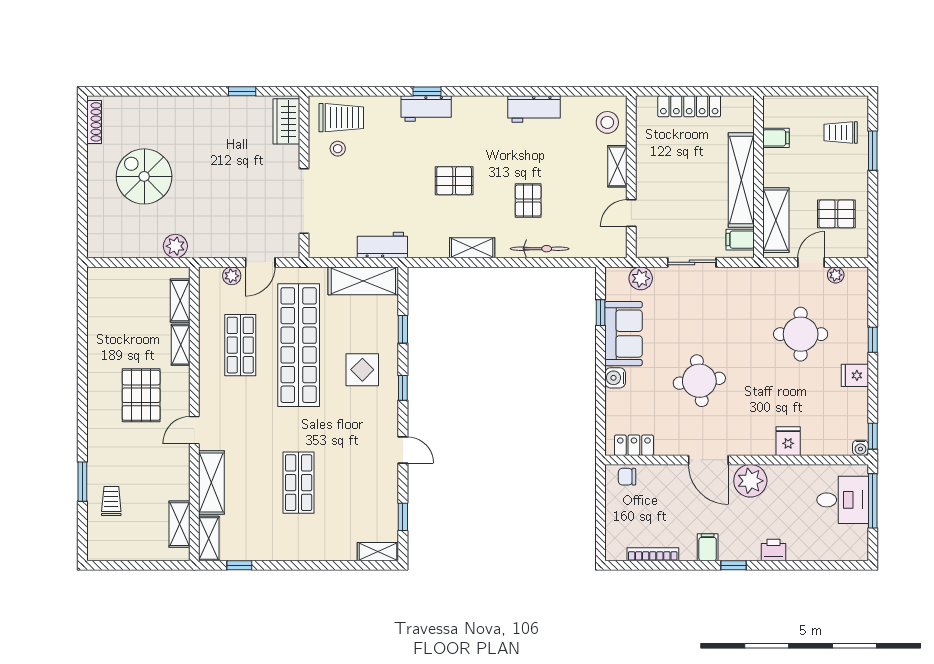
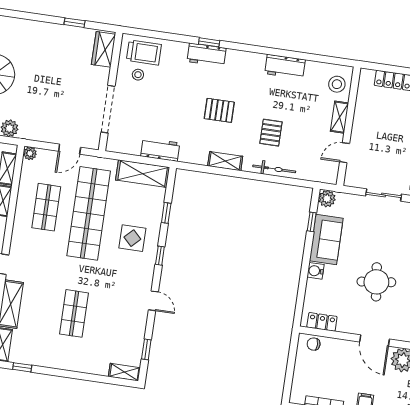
plant: (232, 276) -> (30, 153), moved
plant: (641, 278) -> (327, 199), moved

